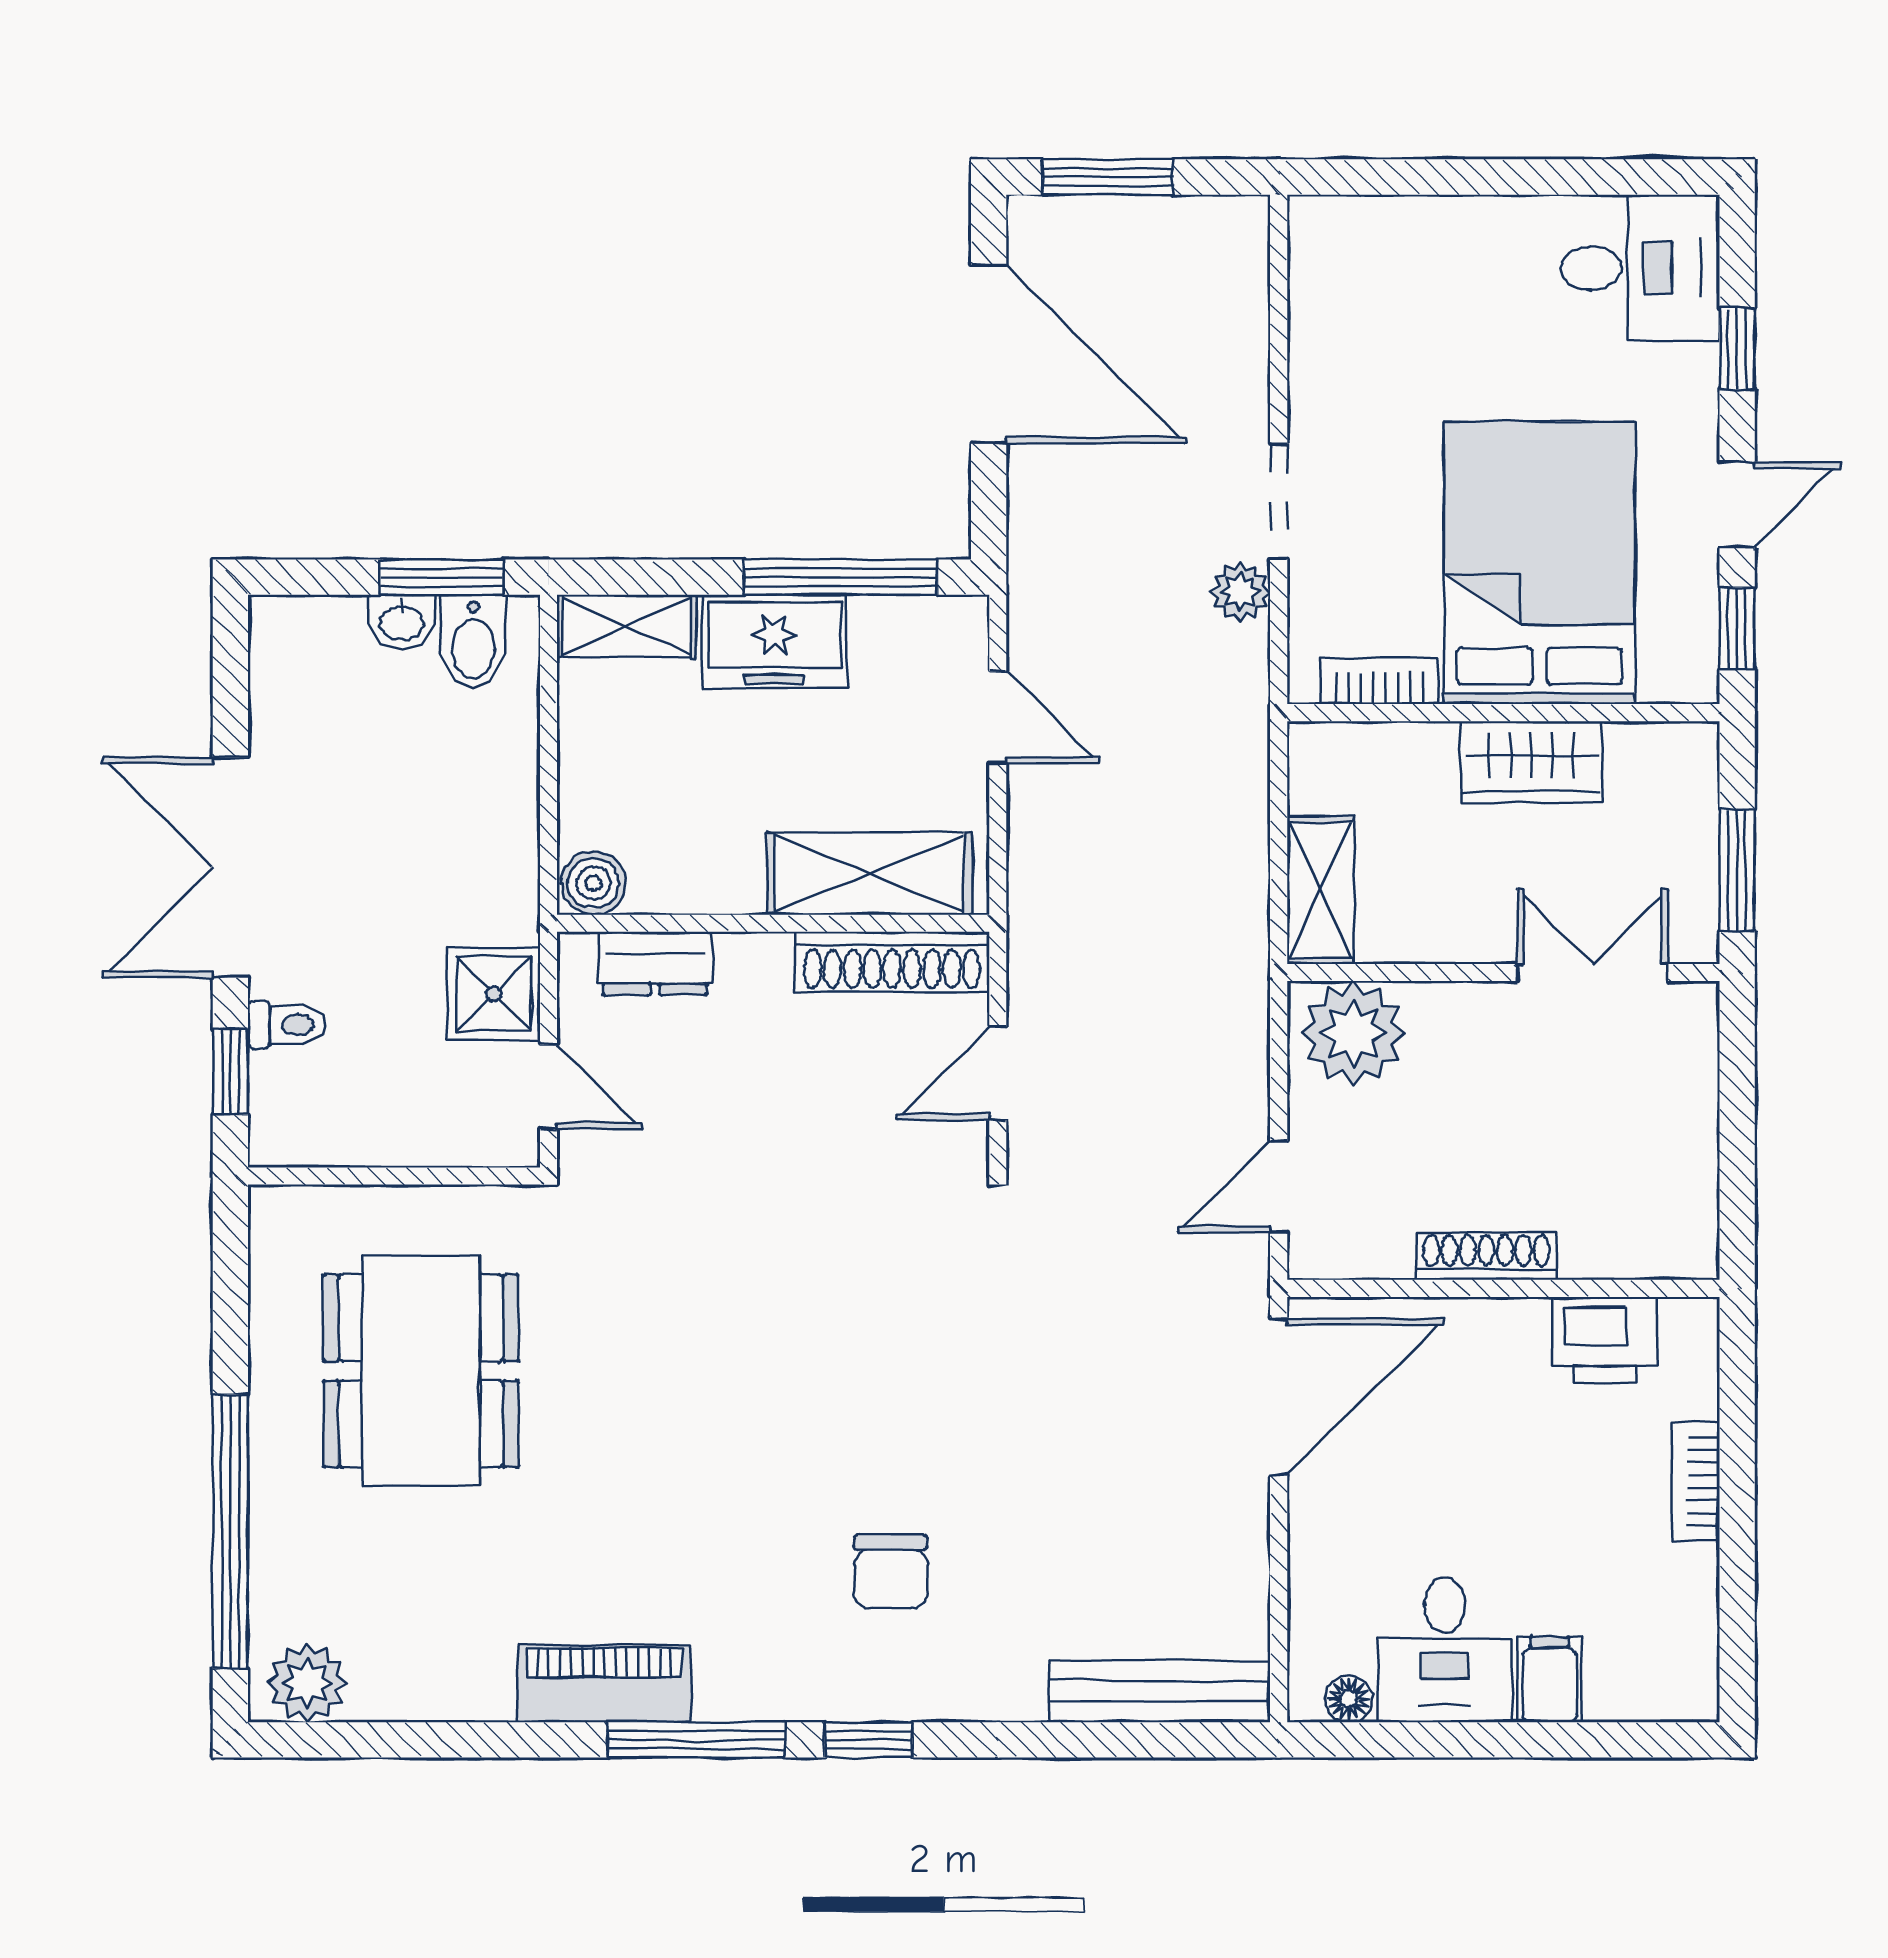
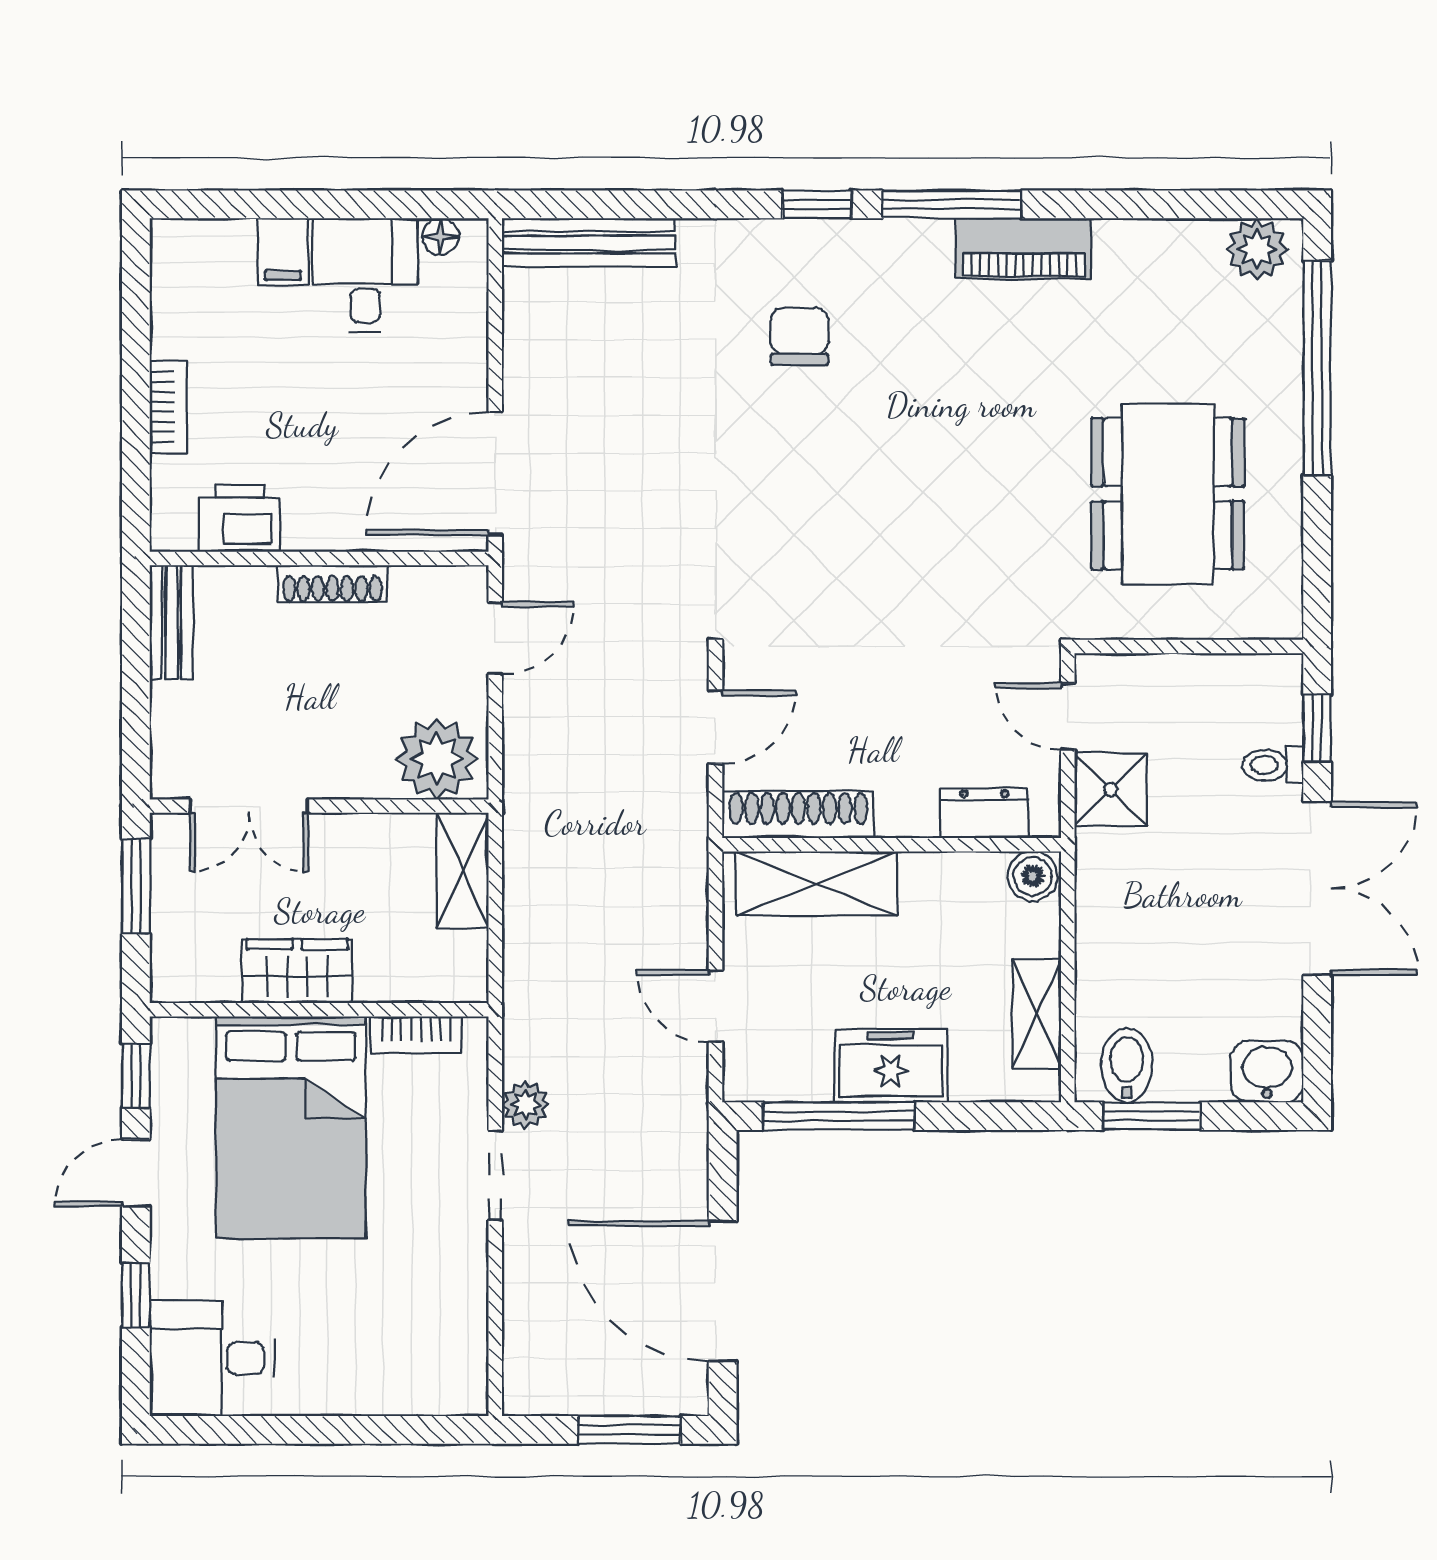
washbasin: (402, 622) -> (1267, 1071), moved, width x1.38, depth x1.45
shelving: (627, 626) -> (1037, 1014), moved, turned 90
bench: (1692, 1207) -> (171, 622), added

